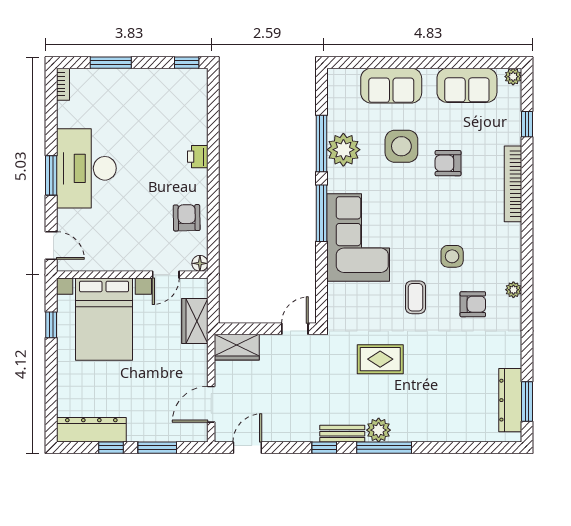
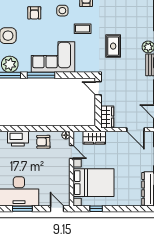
printer: (198, 157) -> (18, 139), width x1.87, depth x1.48
armchair: (448, 163) -> (34, 13), moved
door: (51, 245) -> (57, 209), hinge flipped

